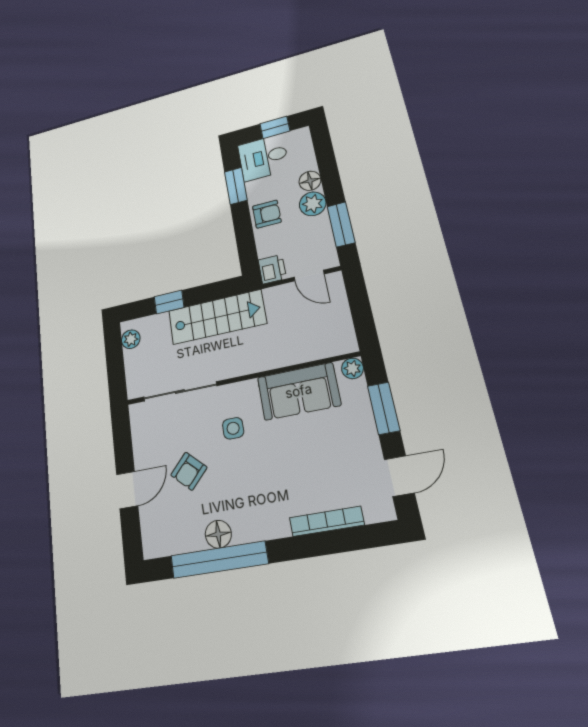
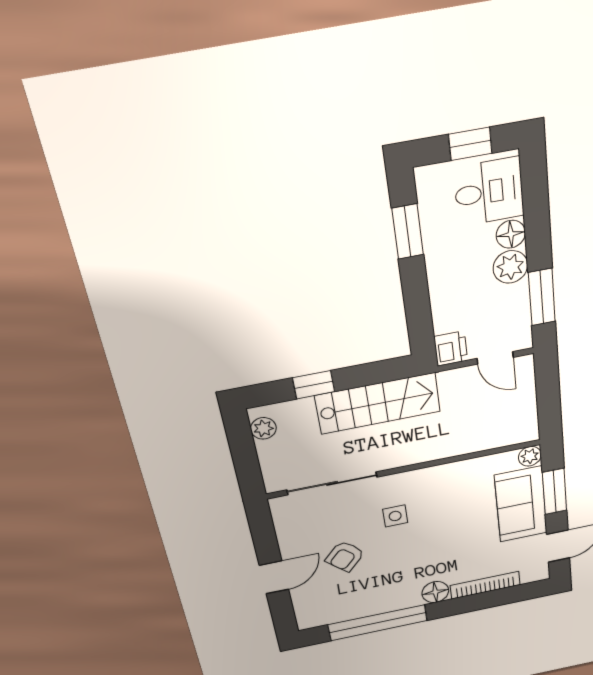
desk: (263, 158) -> (489, 192), moved, turned 180
armchair: (267, 214) -> (449, 276), removed
sofa: (299, 391) -> (521, 504), moved, turned 90
floor lamp: (218, 534) -> (435, 592), moved

